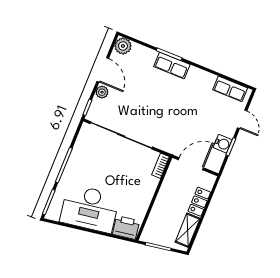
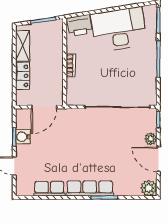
row of seats: (172, 66) -> (90, 189), width x1.48
row of seats: (230, 89) -> (49, 189), moved
bookcase: (161, 166) -> (71, 66), moved

